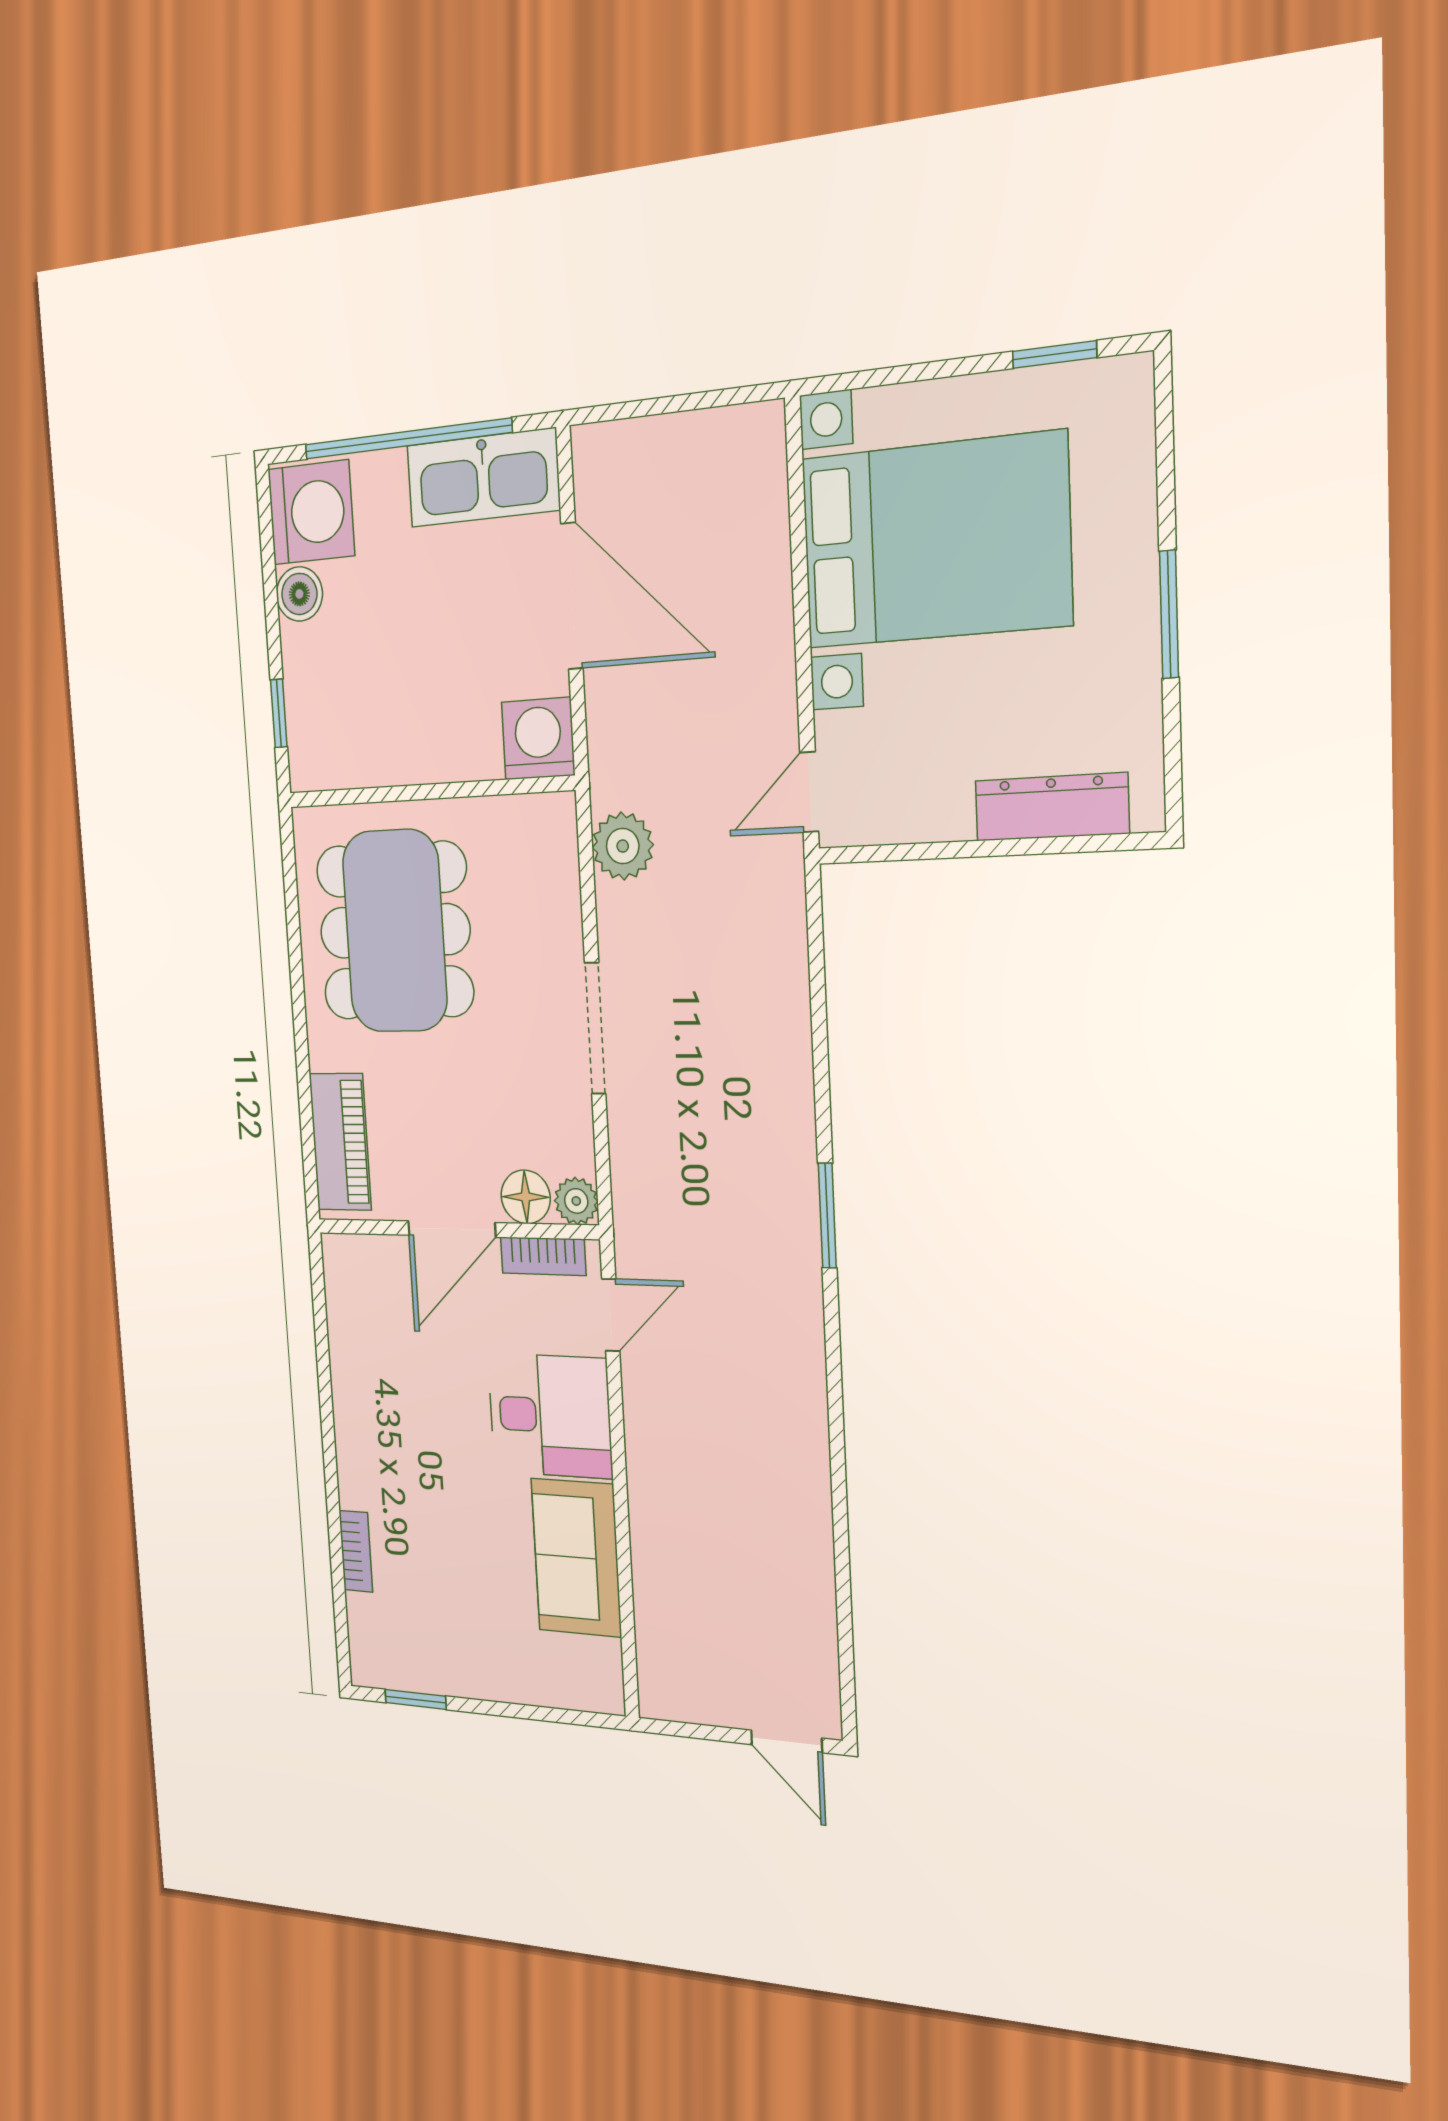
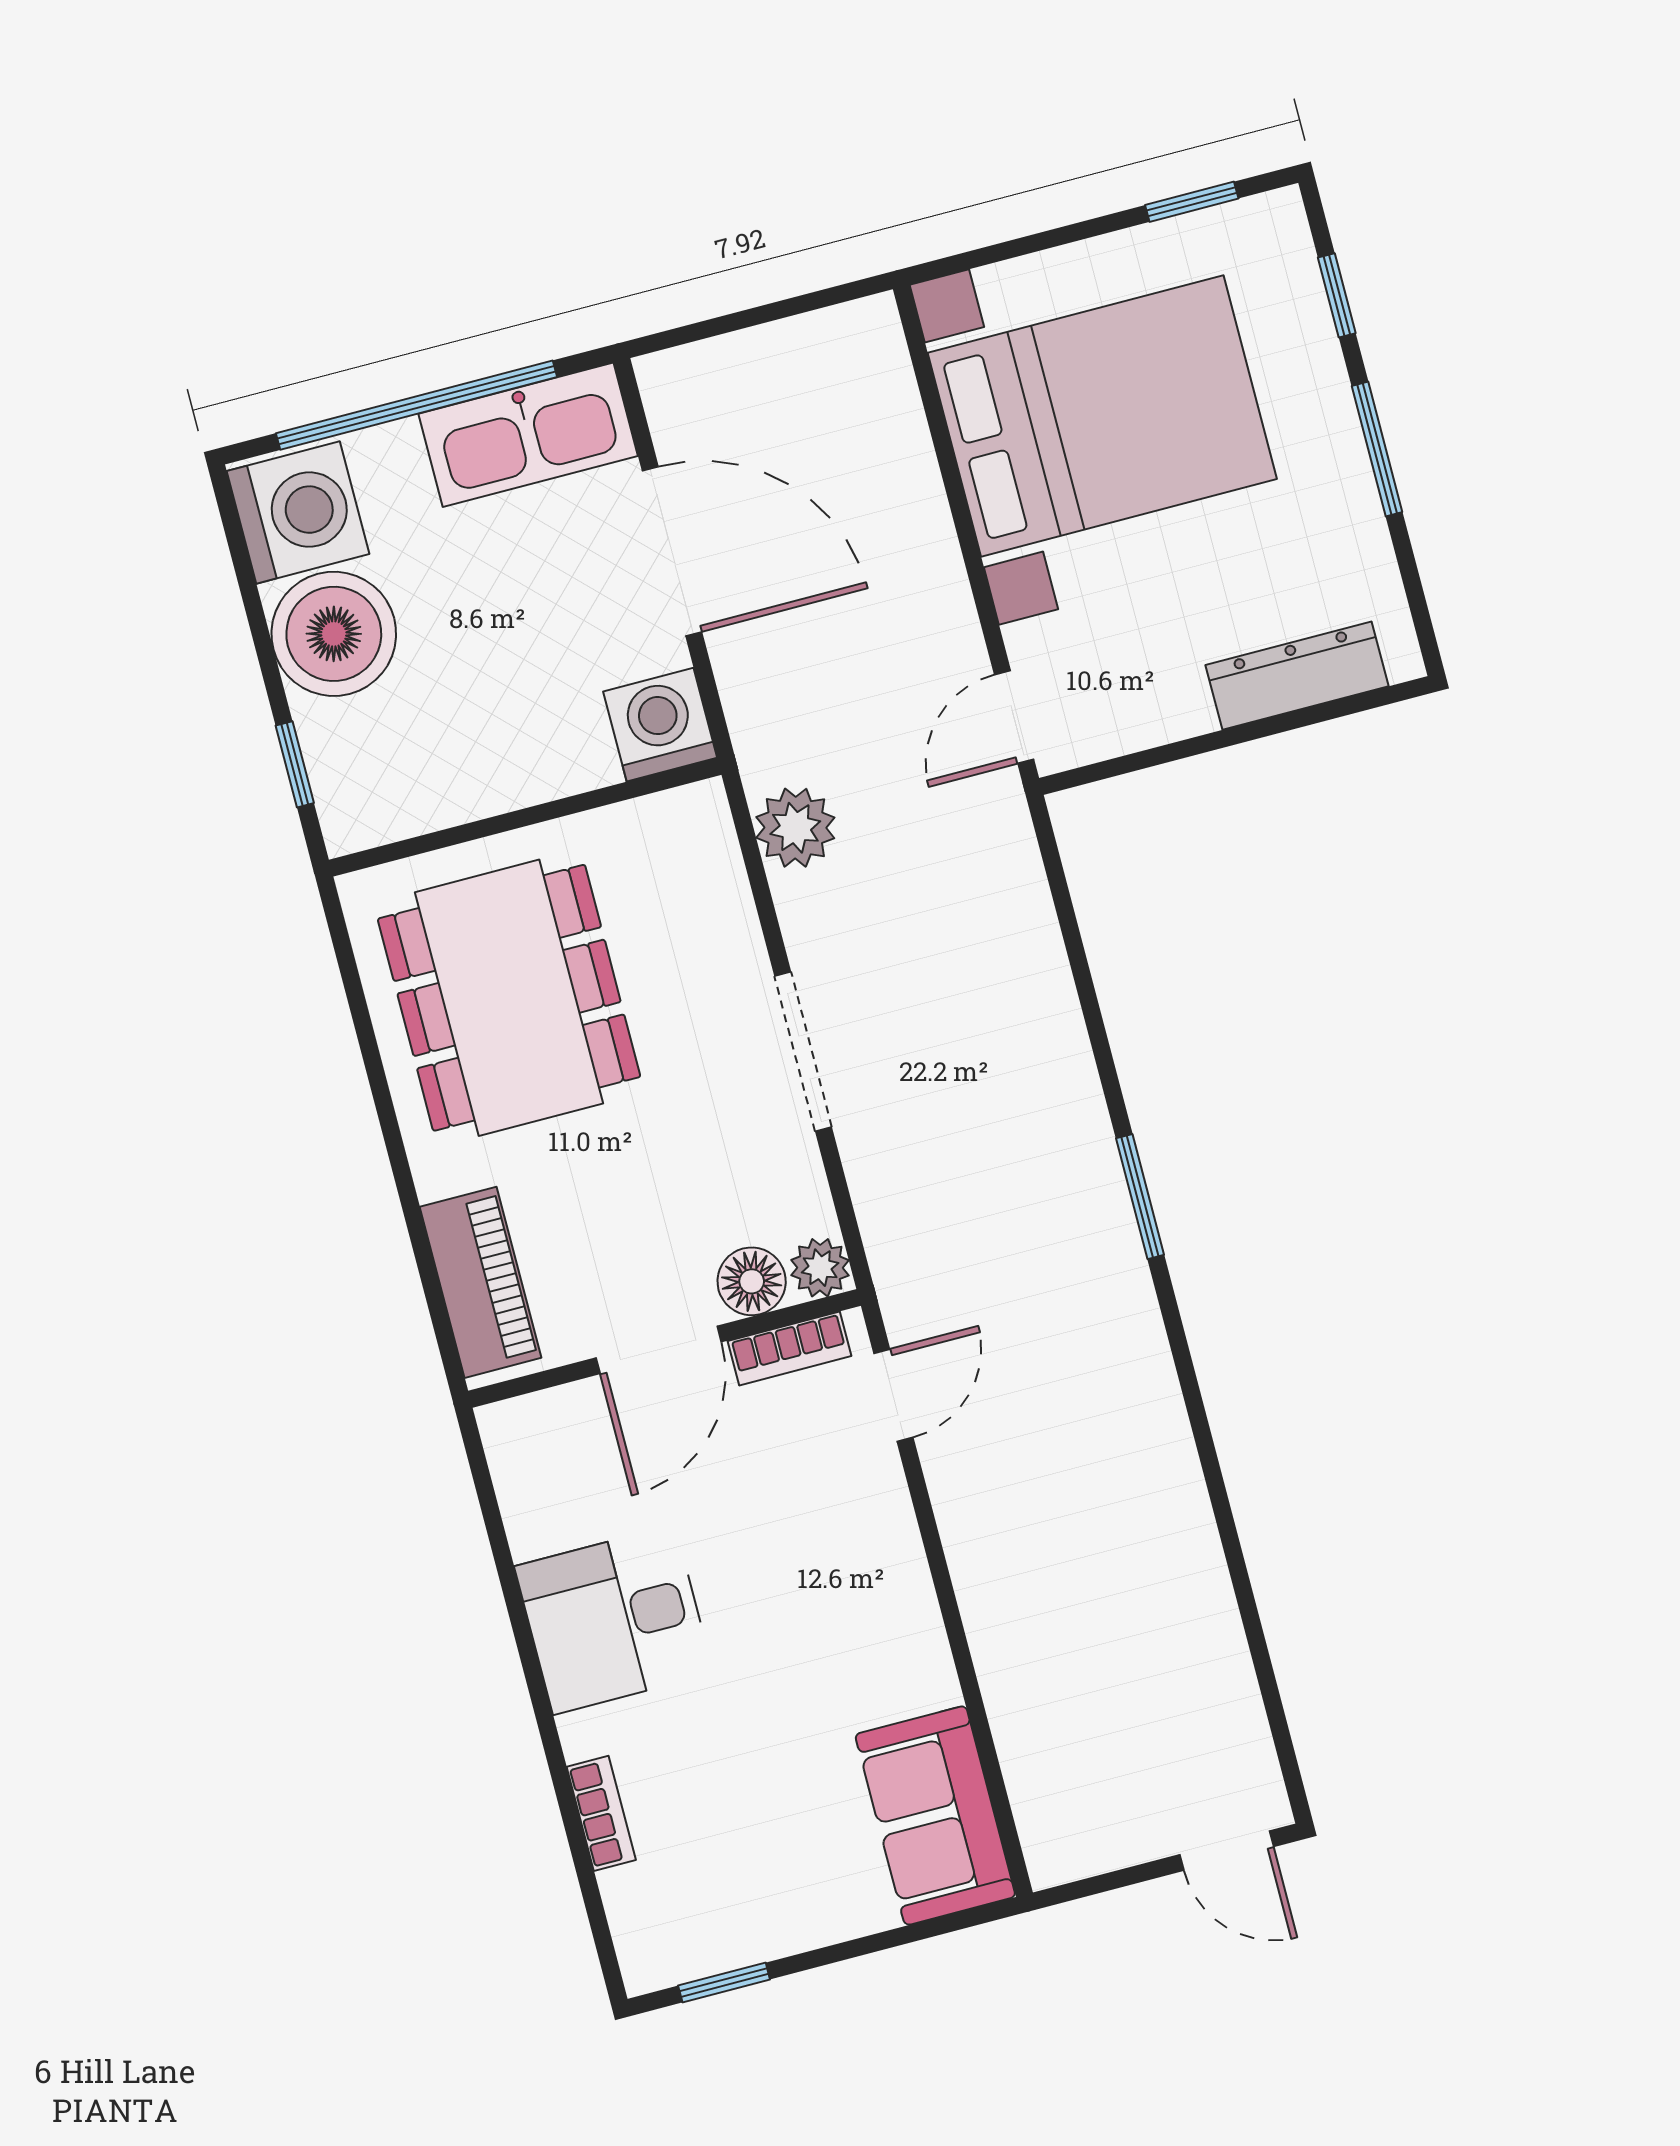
window: (1165, 463) -> (1337, 295), added
boiler: (299, 594) -> (334, 634), width x1.86, depth x1.86
desk: (550, 1415) -> (614, 1620), moved, turned 180
sofa: (576, 1558) -> (935, 1816), moved

